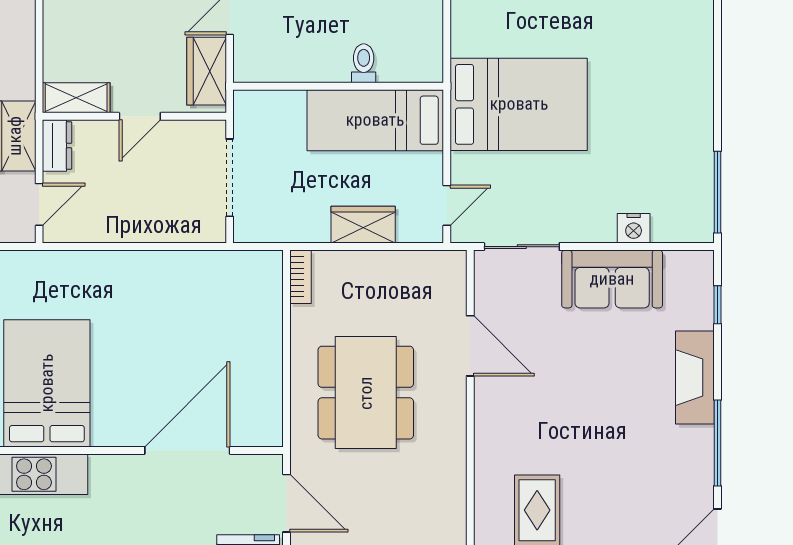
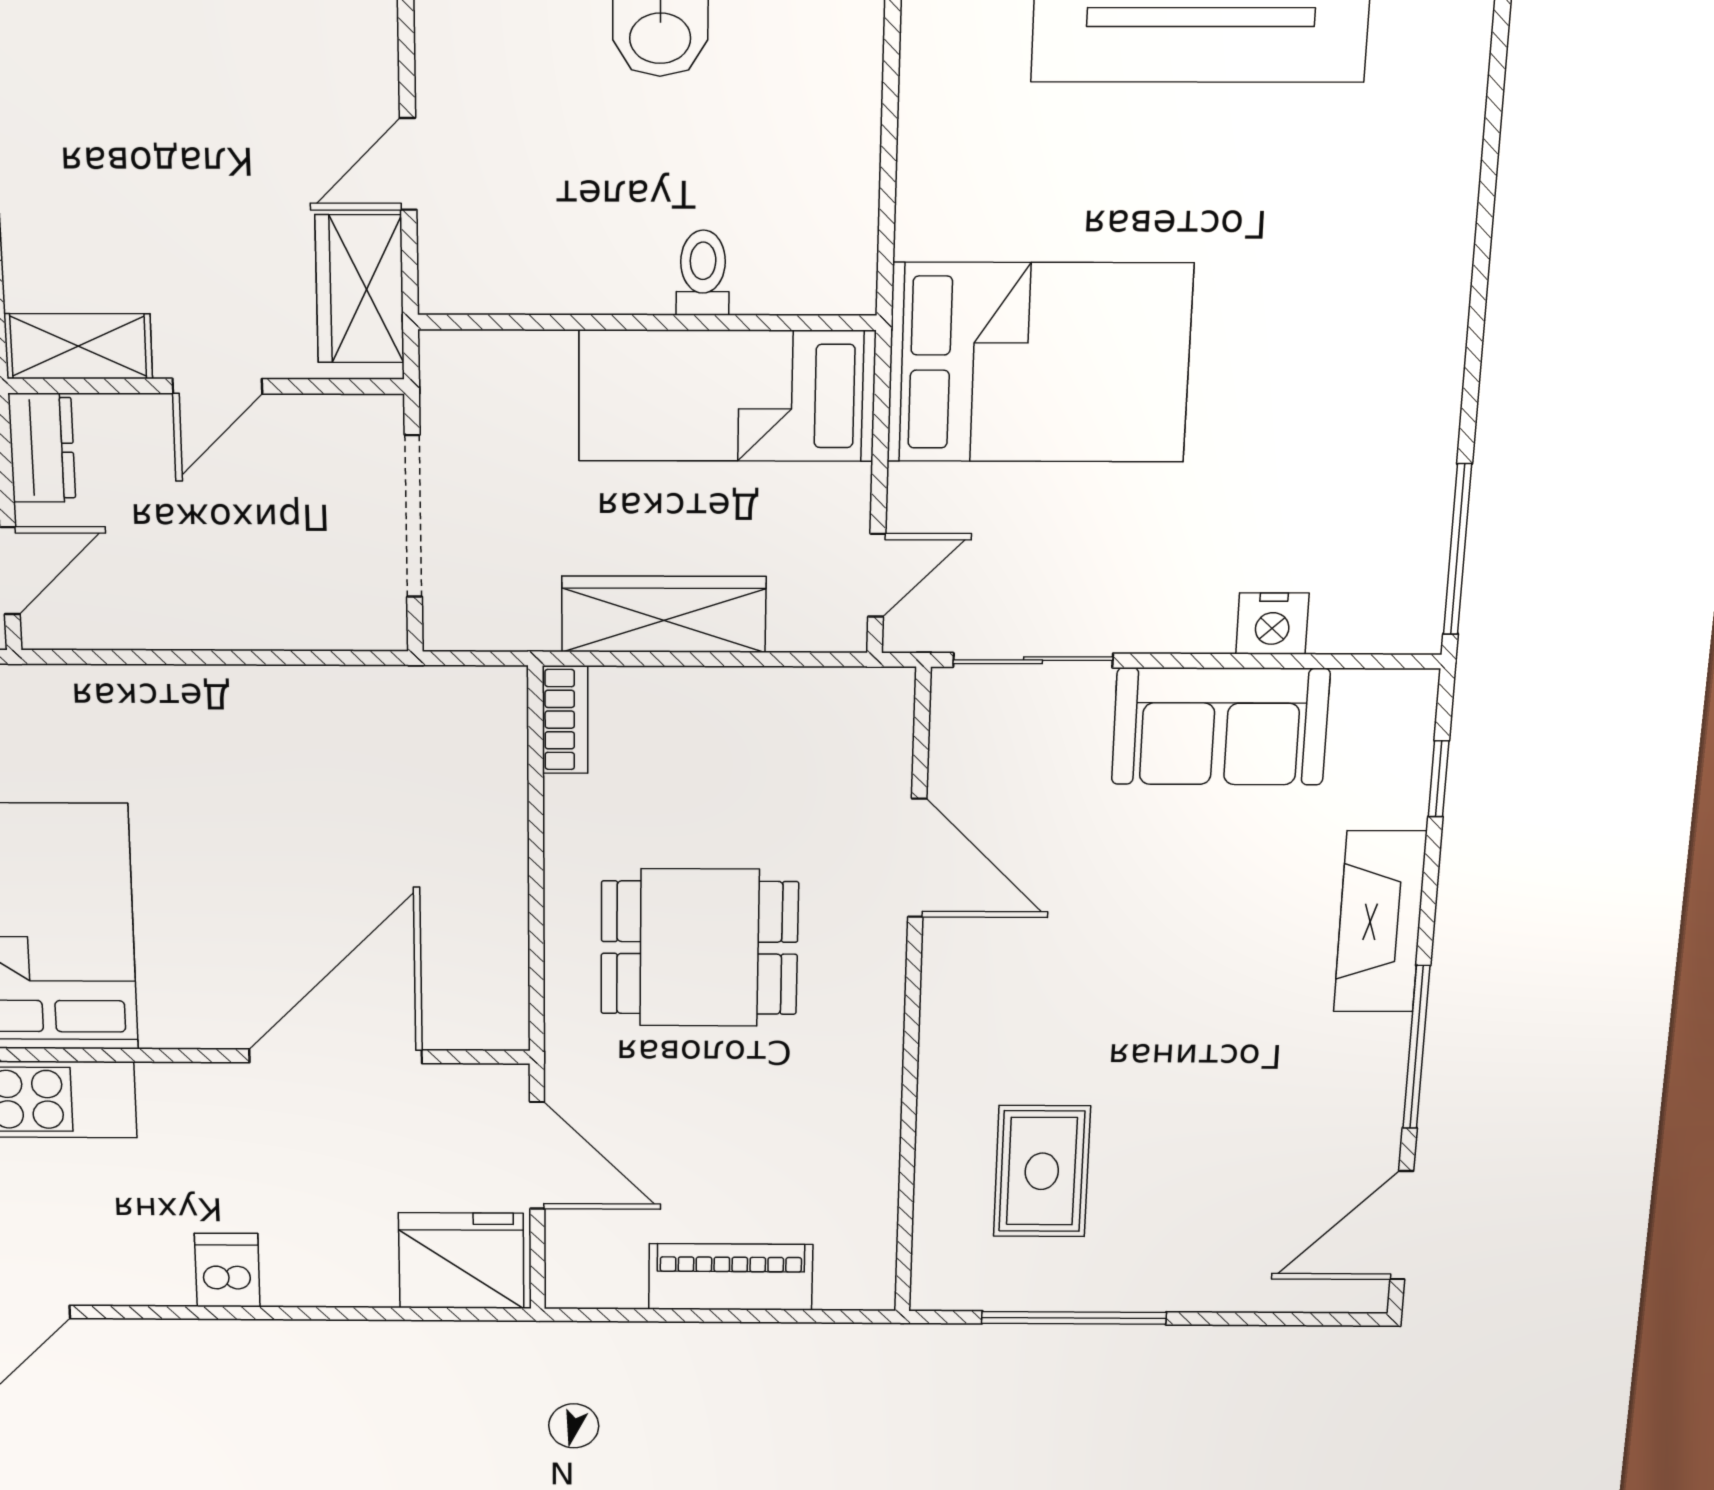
wardrobe: (363, 225) -> (664, 614), width x1.50
dining table: (366, 393) -> (699, 948), width x0.73

